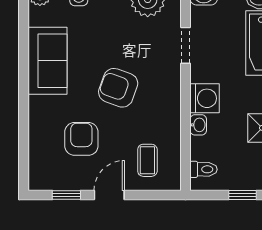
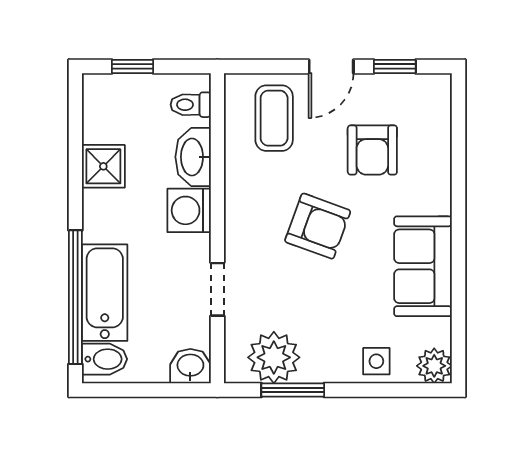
washbasin: (198, 125) -> (193, 157), width x1.91, depth x1.45
coffee table: (147, 160) -> (274, 118), width x1.36, depth x1.30

